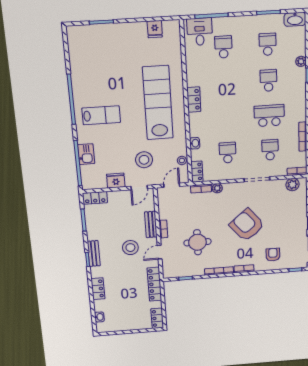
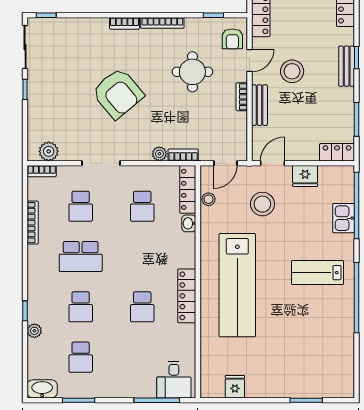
school desk: (223, 47) -> (142, 307), moved
locker: (194, 100) -> (187, 296), width x1.53
locker: (197, 172) -> (188, 189), width x1.53
armchair: (273, 255) -> (232, 39), moved

